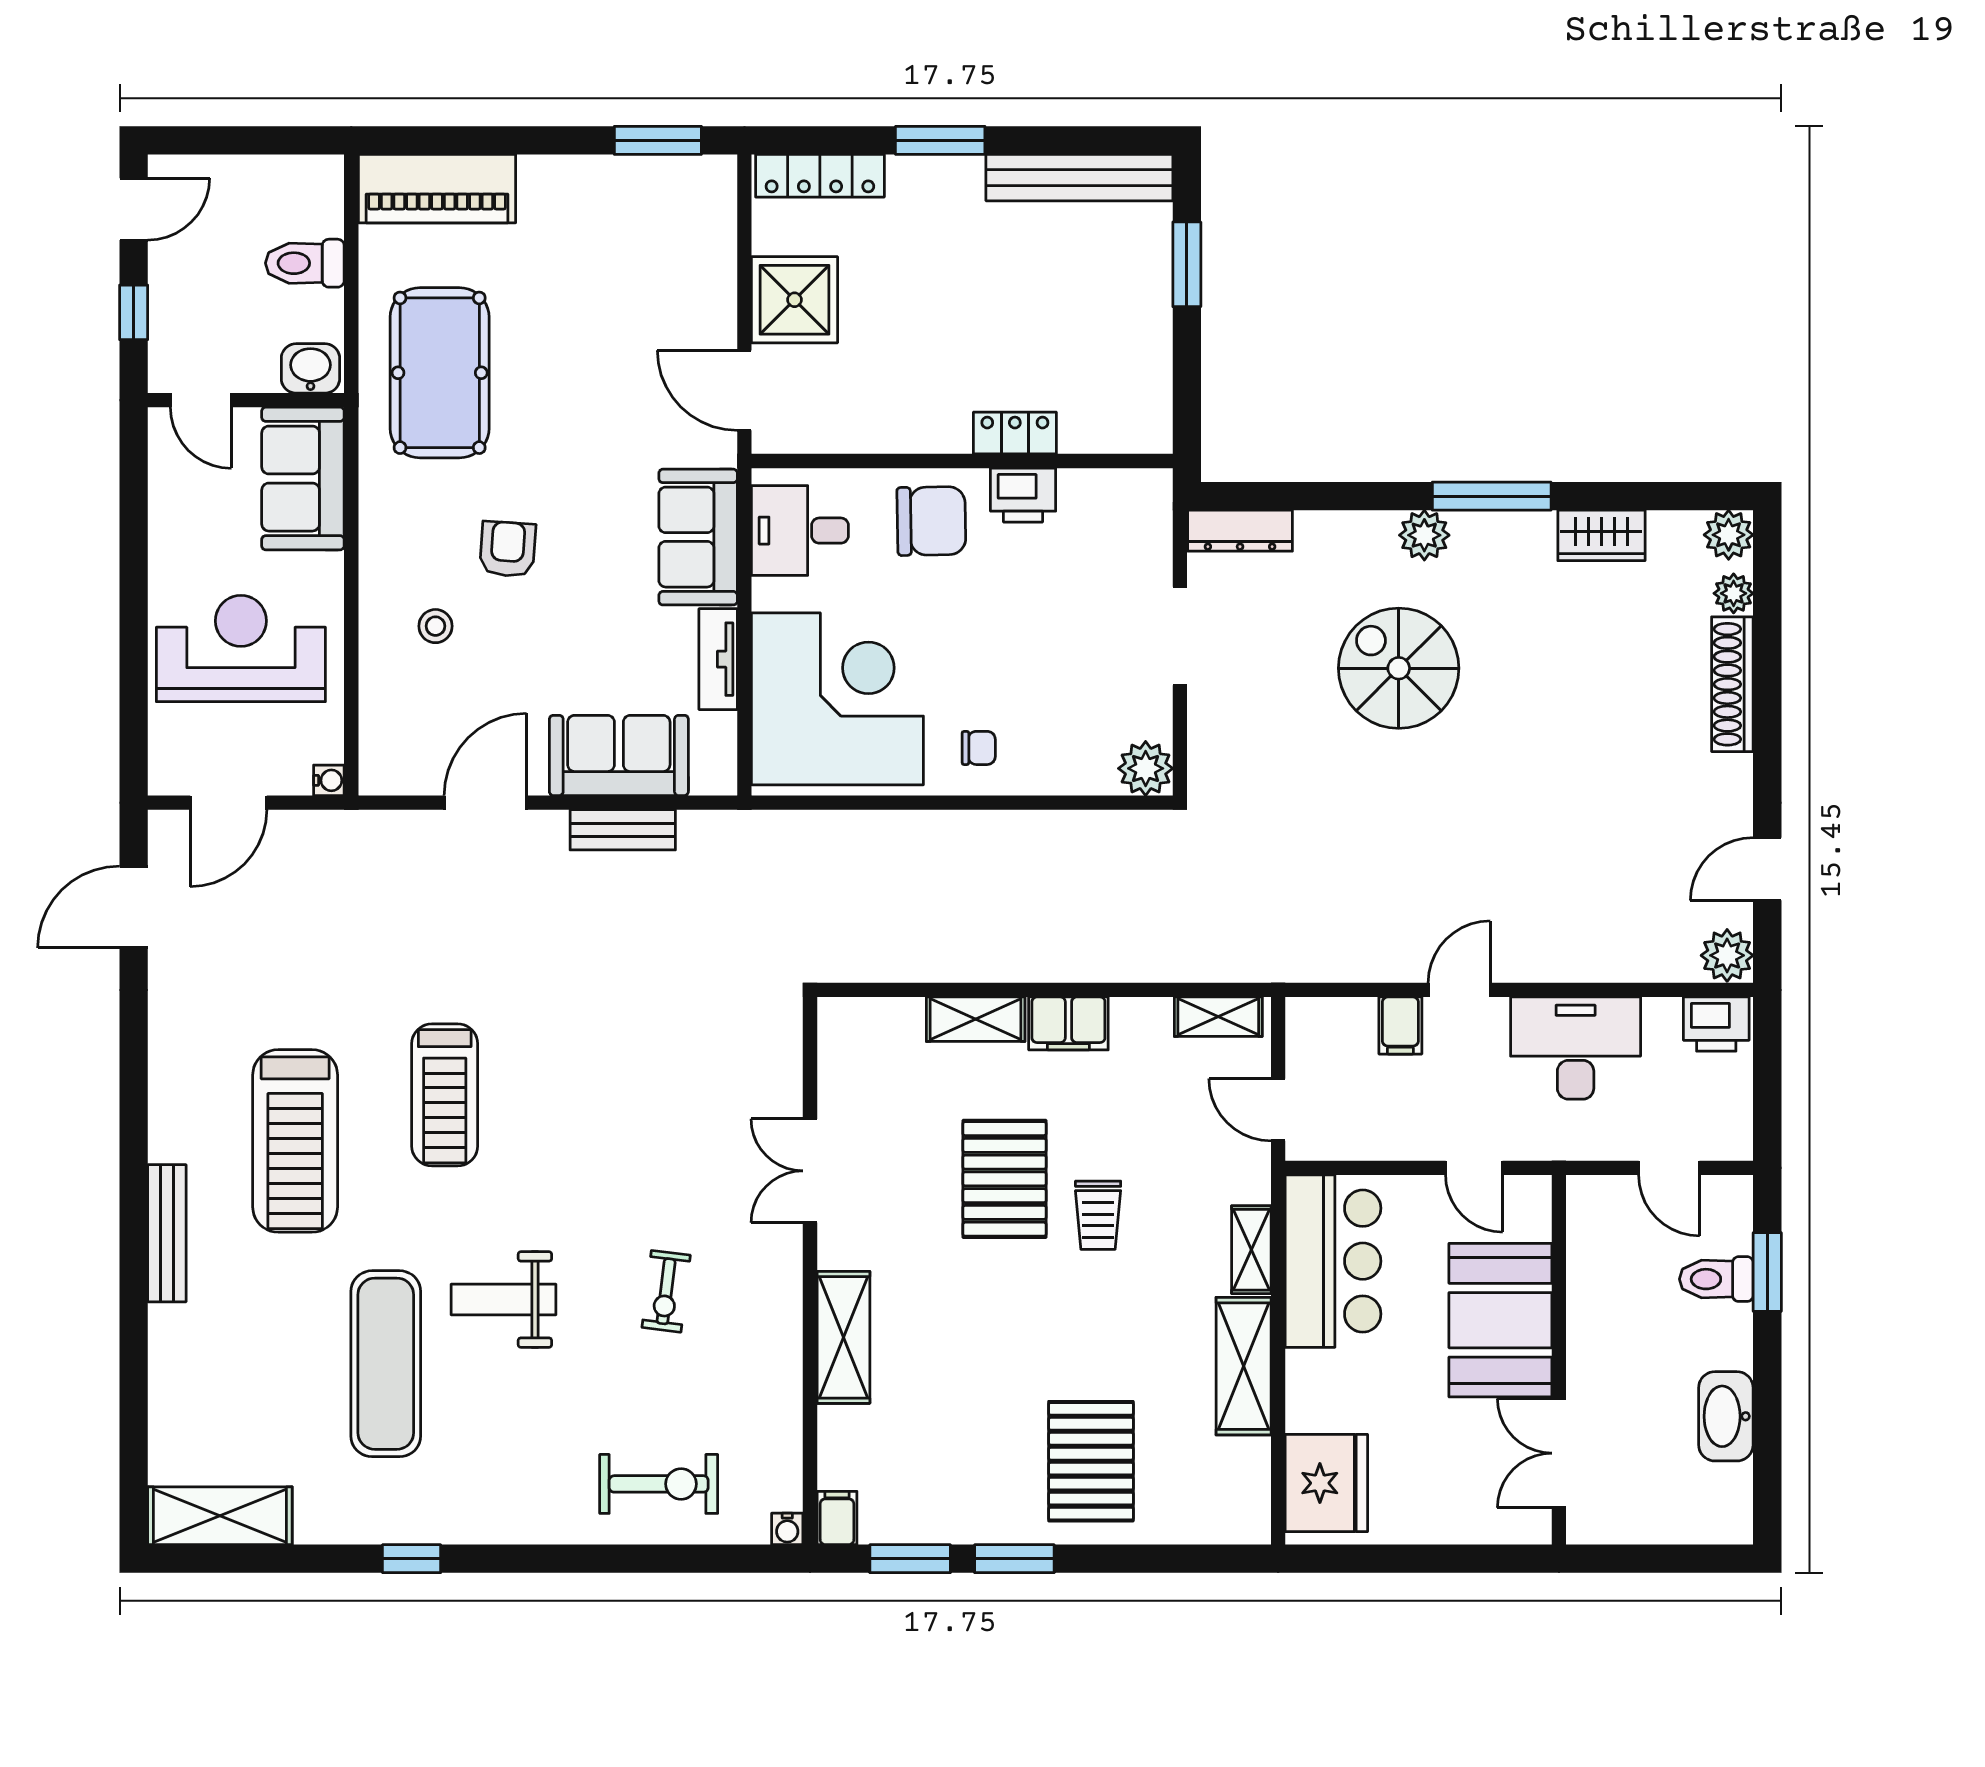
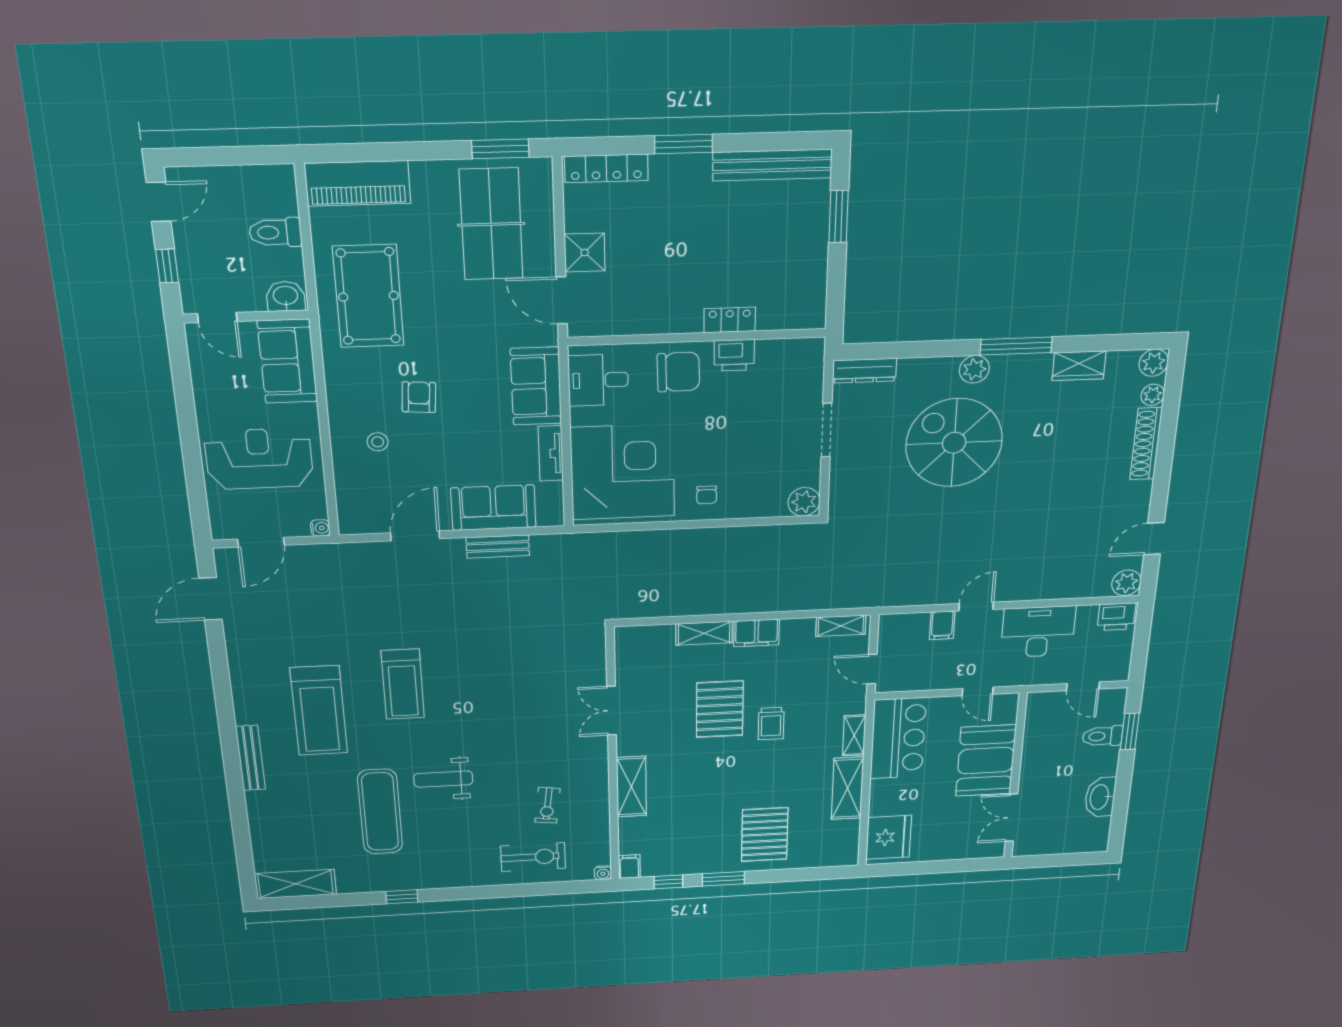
table tennis table: (638, 260) -> (491, 224), added
shower: (795, 300) -> (585, 253), width x0.73, depth x0.73
spiral stairs: (1399, 668) -> (954, 443), width x1.37, depth x1.37
chair: (979, 748) -> (707, 495), turned 90
exercise bike: (666, 1291) -> (548, 805), moved
window: (910, 1559) -> (668, 882), width x0.67

